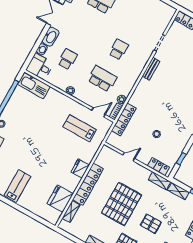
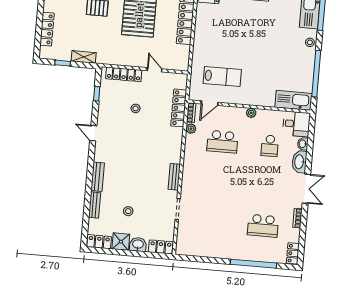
school desk: (119, 49) -> (219, 182), removed
door: (129, 157) -> (155, 70), swing flipped
locker: (158, 167) -> (124, 74), width x1.53
fridge: (80, 169) -> (202, 33), removed
shelving: (160, 181) -> (109, 59), removed

